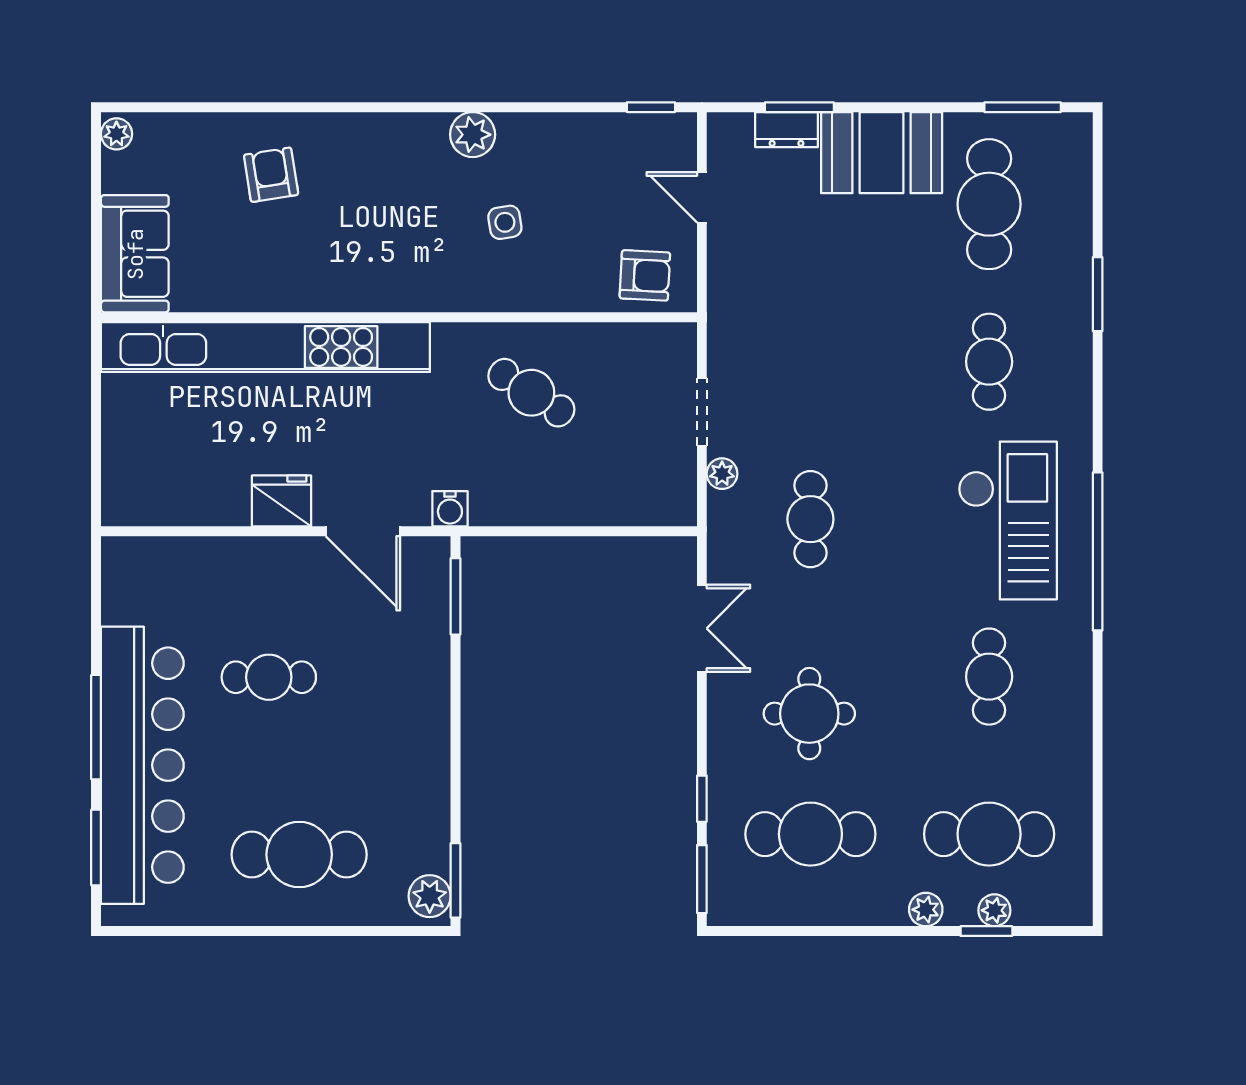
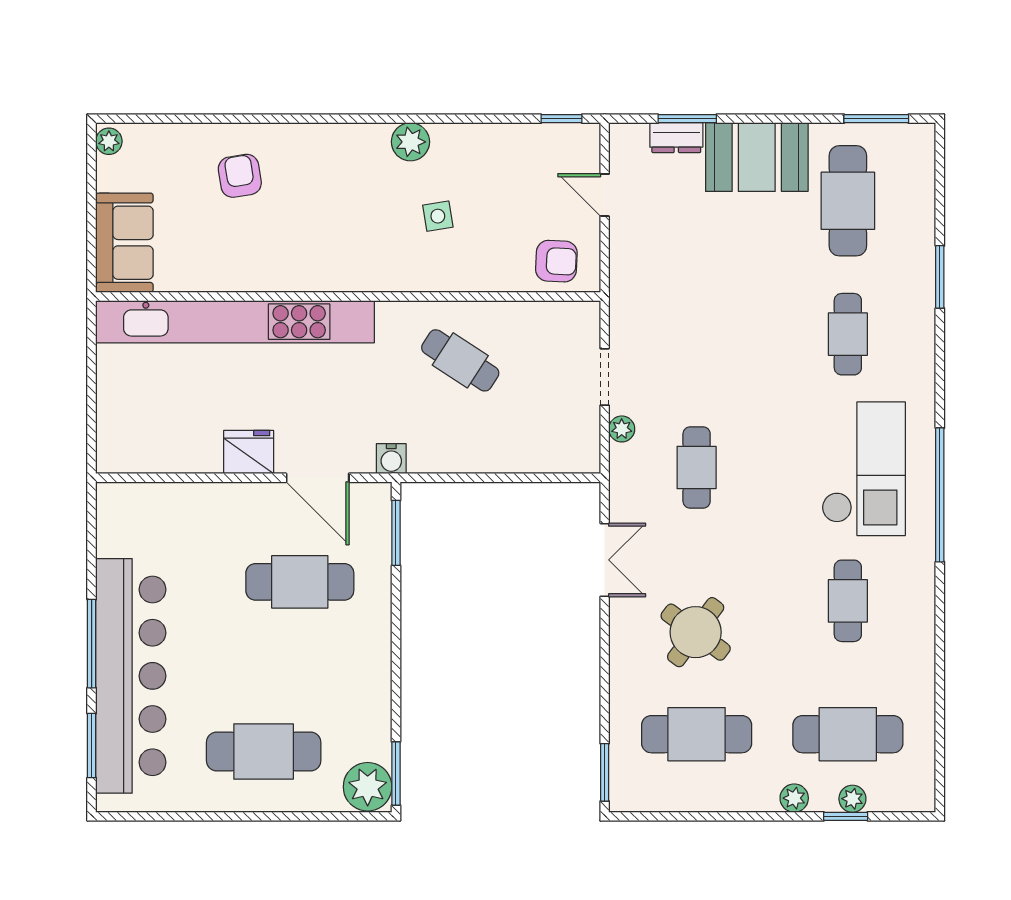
cafe table: (269, 677) -> (300, 582), moved, width x1.37, depth x1.35
round table: (809, 714) -> (696, 632), turned 36
window: (702, 799) -> (605, 704), removed
plant: (430, 896) -> (368, 787), width x1.36, depth x1.36

